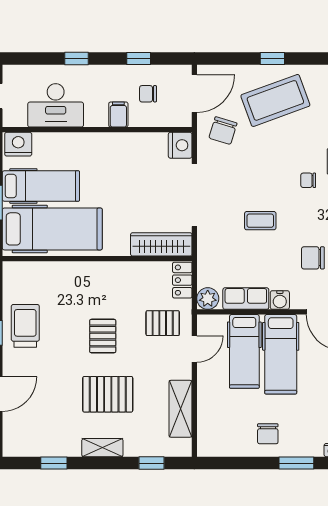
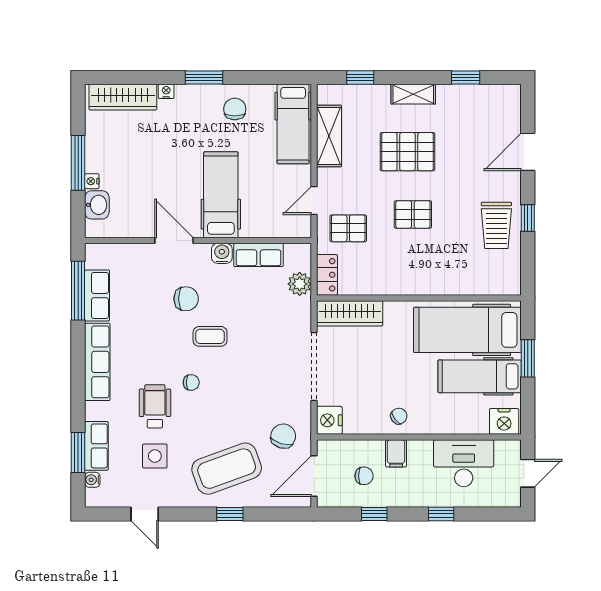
chair: (116, 149) -> (399, 416), added
coffee table: (260, 221) -> (210, 336), moved
plant: (208, 299) -> (300, 284), moved
pallet: (103, 336) -> (413, 214), turned 90
hospital bed: (244, 351) -> (293, 124), moved, turned 180

